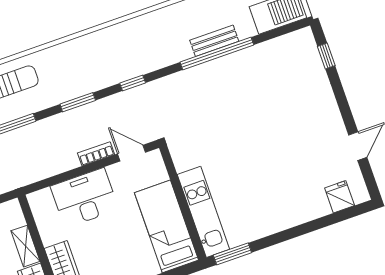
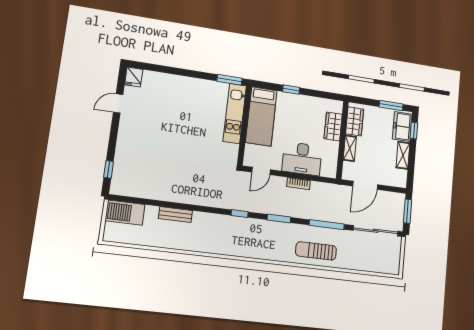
window: (217, 54) -> (178, 206), removed
door: (131, 153) -> (261, 171), hinge flipped
bookcase: (96, 154) -> (298, 184), moved
fridge: (340, 197) -> (134, 77), moved

